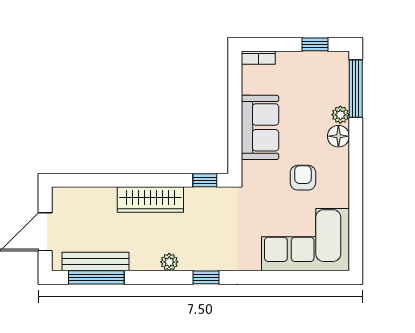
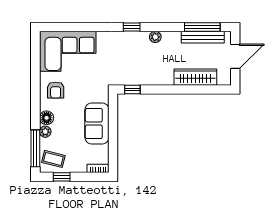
coffee table: (328, 72) -> (53, 159), added
armchair: (303, 178) -> (56, 90), moved
wardrobe: (150, 200) -> (195, 77), moved

